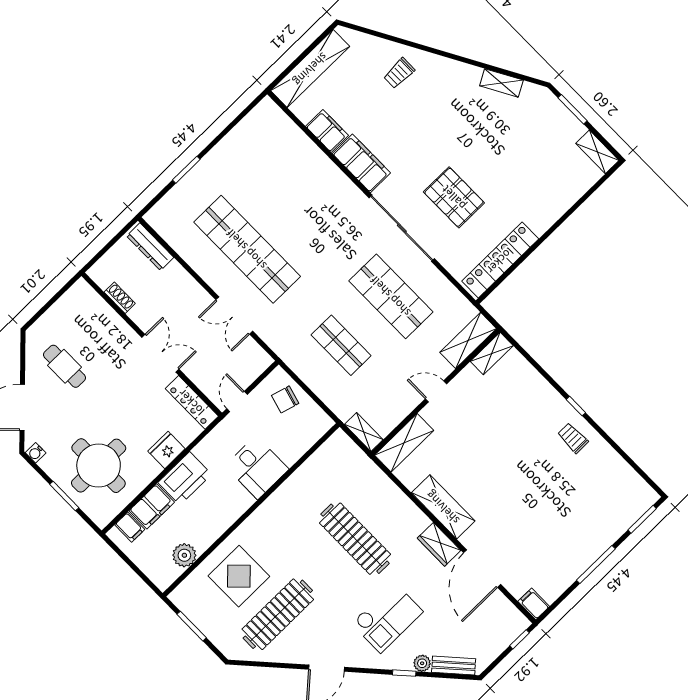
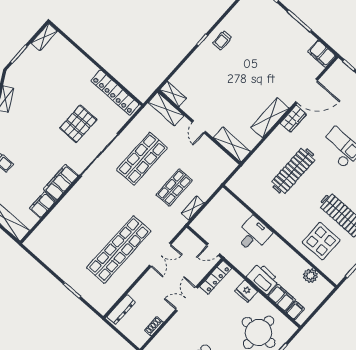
chair: (285, 399) -> (210, 220), removed
shelving: (364, 432) -> (193, 208), moved
filing cabinet: (534, 604) -> (322, 54), width x2.00

